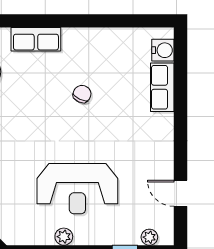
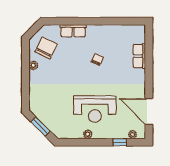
water cooler: (163, 50) -> (140, 37), removed
door: (180, 193) -> (149, 111), width x1.88

